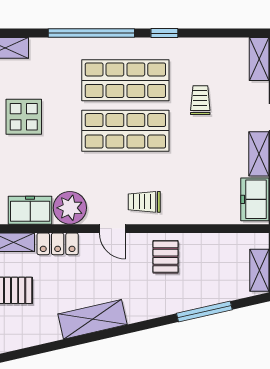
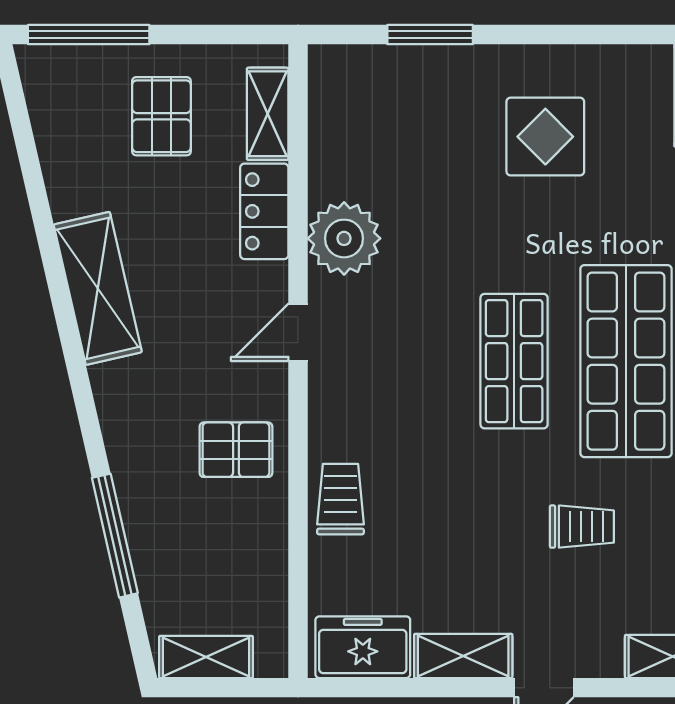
shop shelf: (125, 131) -> (514, 361), width x0.70, depth x0.74
trolley: (144, 202) -> (340, 499), moved
freezer: (30, 210) -> (339, 150), removed

